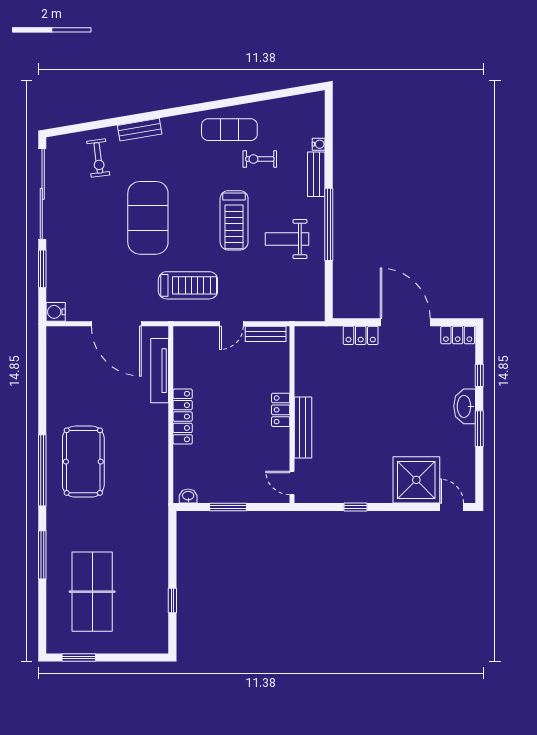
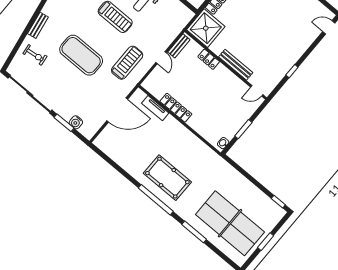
water cooler: (56, 312) -> (76, 122), moved
tv unit: (160, 371) -> (155, 108), width x0.71
locker: (281, 410) -> (209, 59), moved
locker: (183, 417) -> (176, 108), moved
shower: (416, 480) -> (206, 28), moved
table tennis table: (92, 592) -> (230, 223), width x1.36, depth x1.32
window: (172, 600) -> (278, 202), moved
window: (79, 658) -> (266, 242), moved

